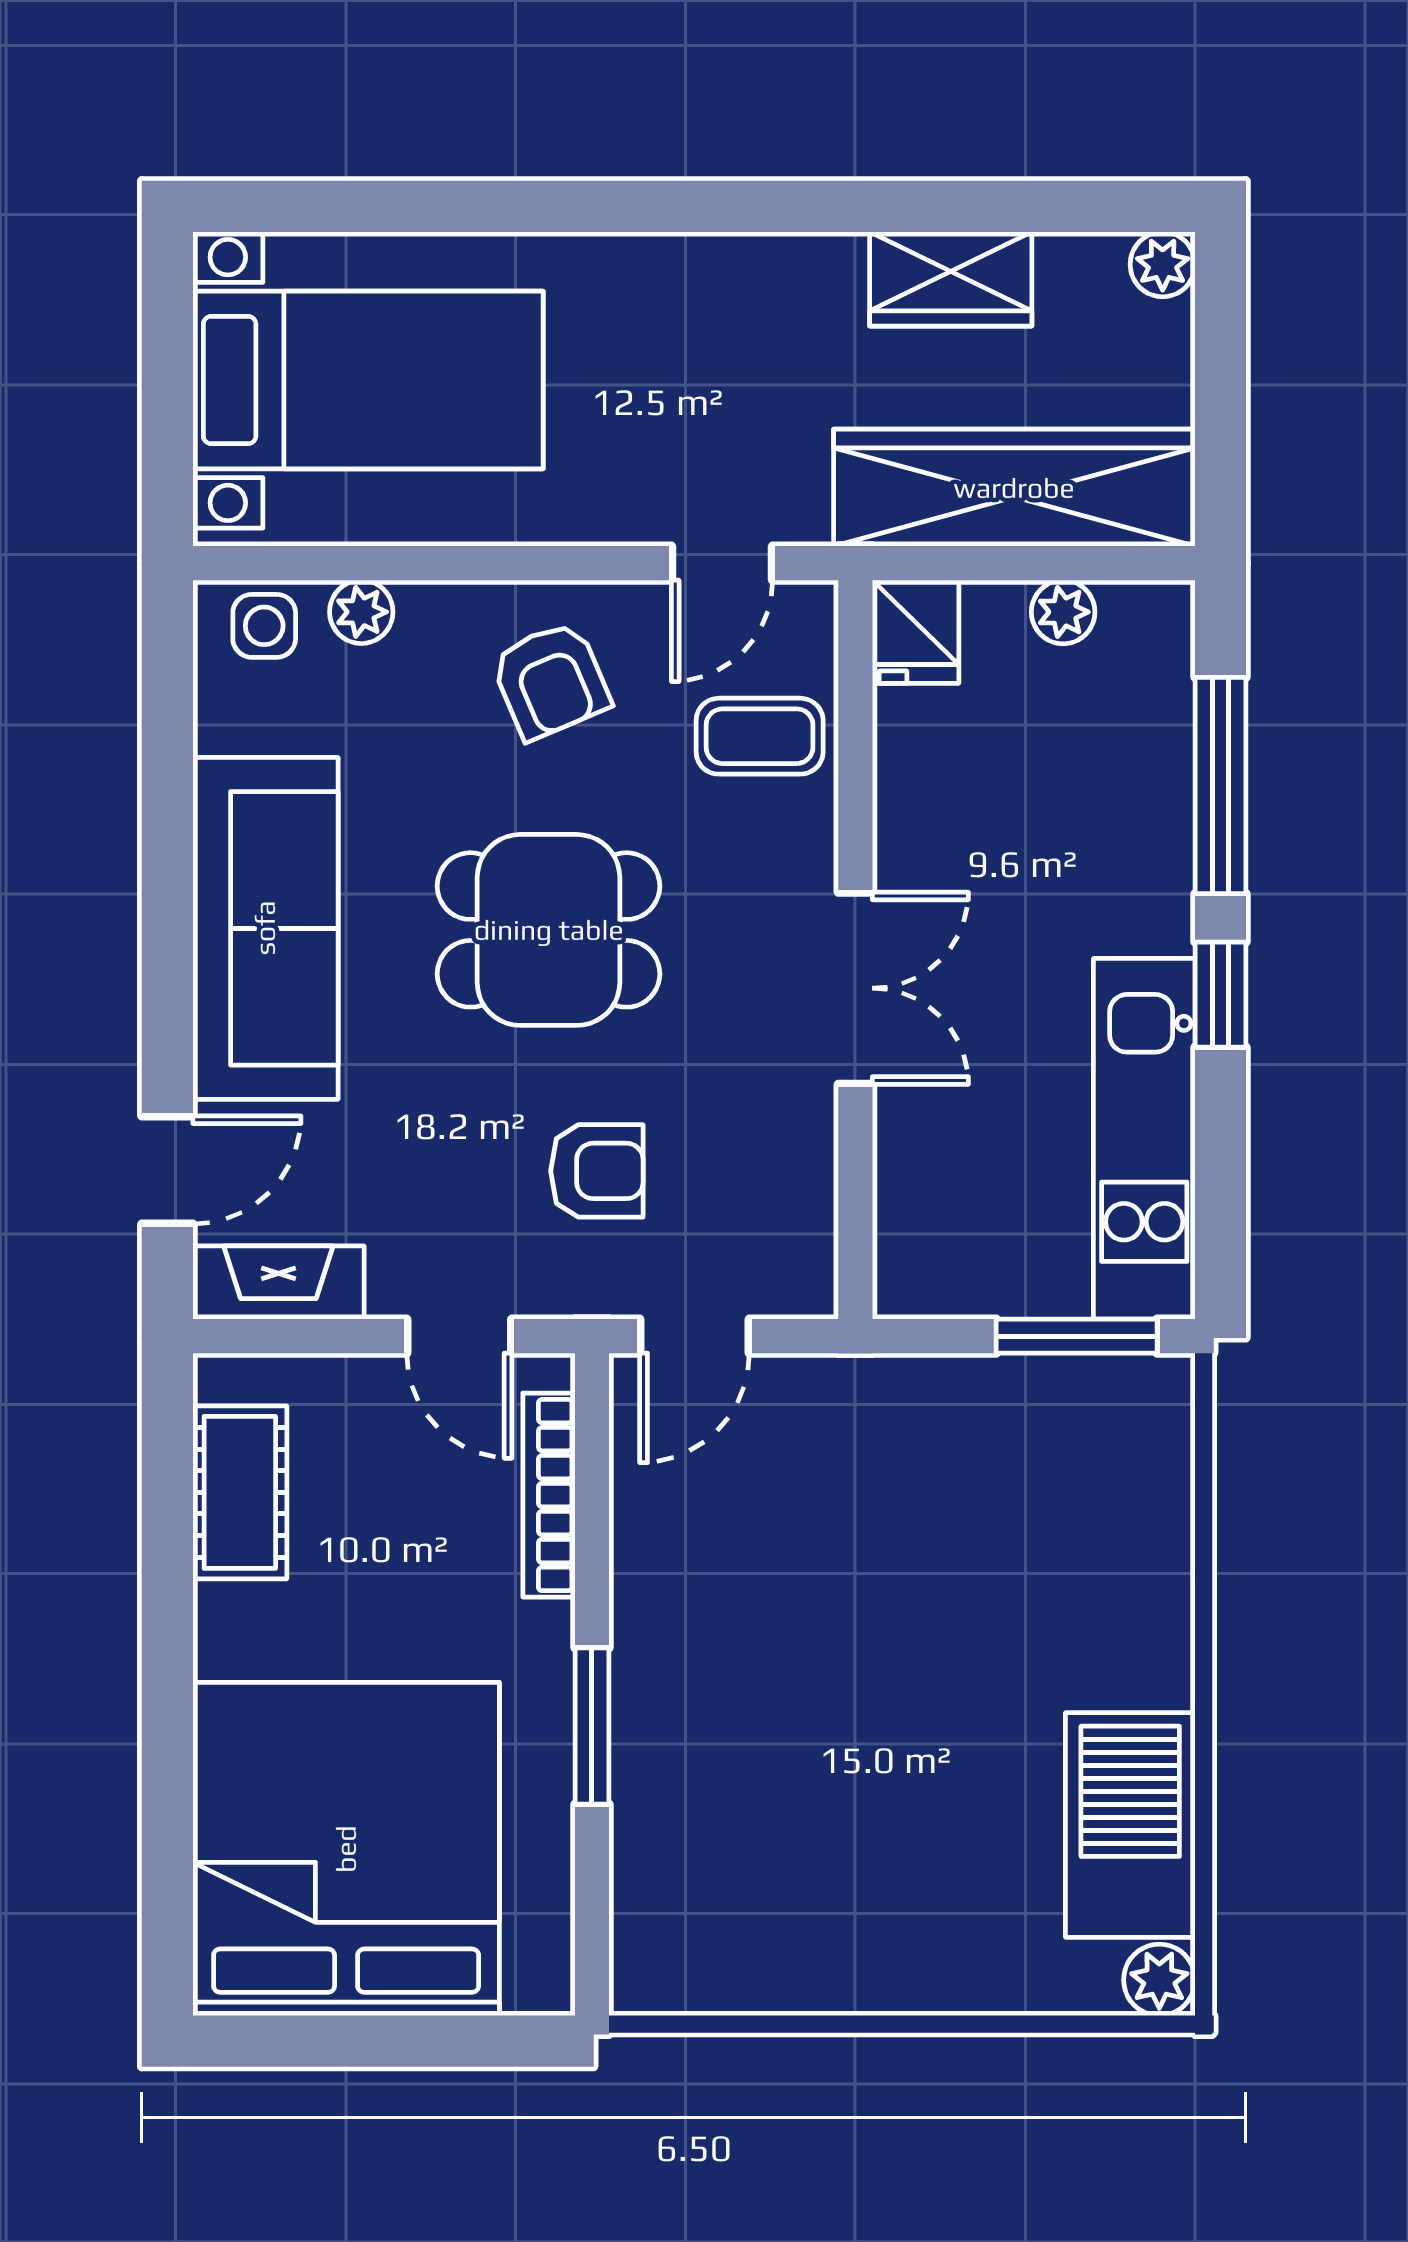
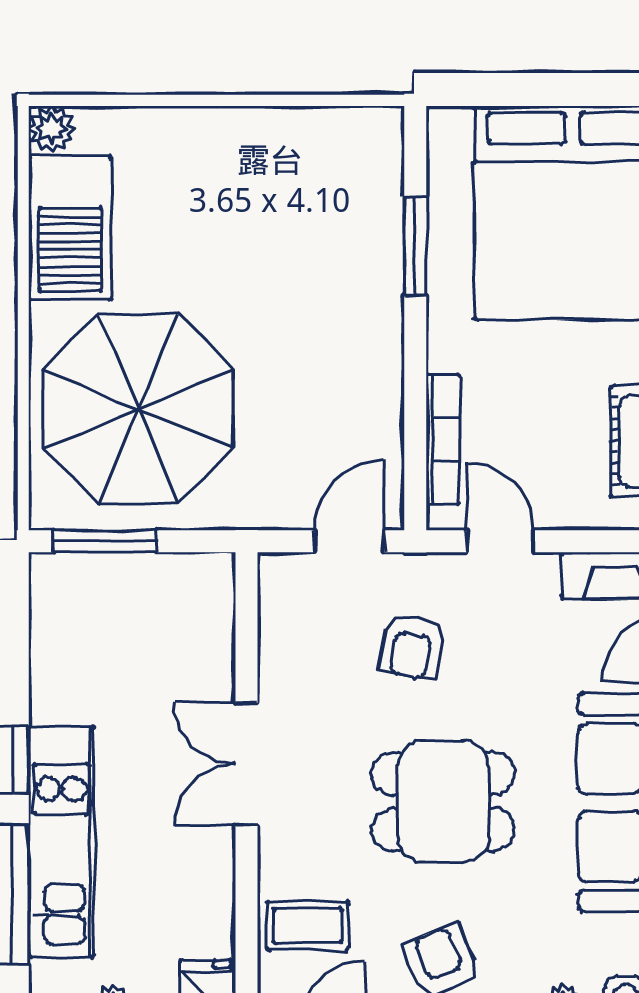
kitchen unit: (1144, 1139) -> (61, 842), moved
armchair: (597, 1171) -> (412, 647), turned -79
parasol: (1024, 1543) -> (138, 409), added
window: (592, 1726) -> (415, 246), moved

